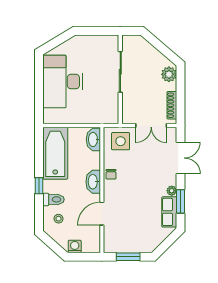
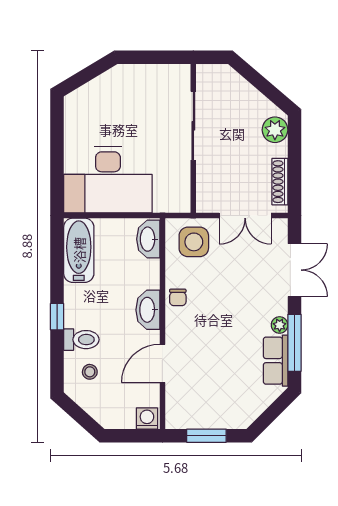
desk: (63, 82) -> (108, 180), moved, turned -90
bathtub: (55, 153) -> (79, 250), width x0.73, depth x0.73
window: (181, 201) -> (294, 343), width x1.44
washing machine: (75, 246) -> (147, 418), moved

